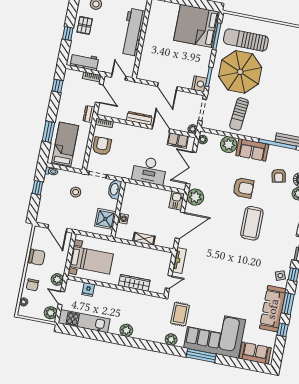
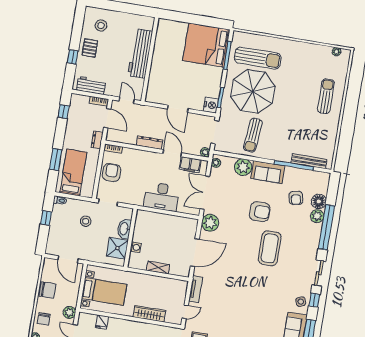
sun lounger: (246, 40) -> (258, 58), turned 180
washbasin: (115, 189) -> (124, 229), moved
kitchen sink: (177, 201) -> (191, 227), removed

